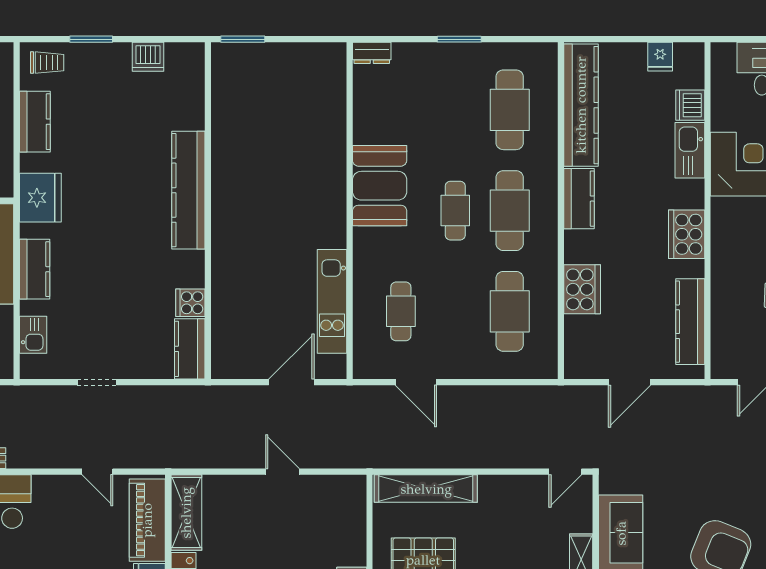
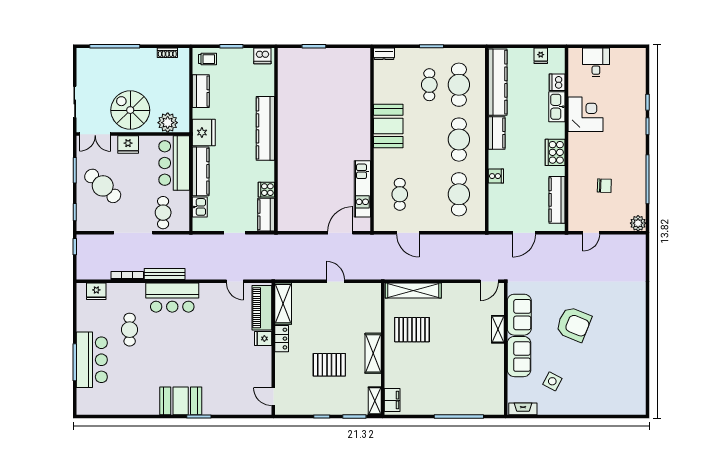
kitchen counter: (188, 190) -> (265, 128), moved
wall: (208, 211) -> (276, 140), moved
cafe table: (455, 211) -> (429, 85), moved
kitchen counter: (35, 269) -> (201, 171), width x1.50
cooker: (582, 289) -> (496, 176), width x0.53, depth x0.76
cooker: (190, 303) -> (266, 190), moved
kitchen counter: (190, 349) -> (266, 215), moved

